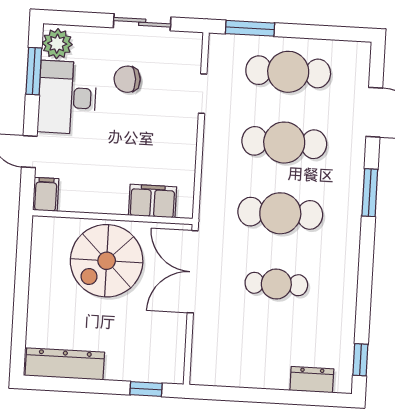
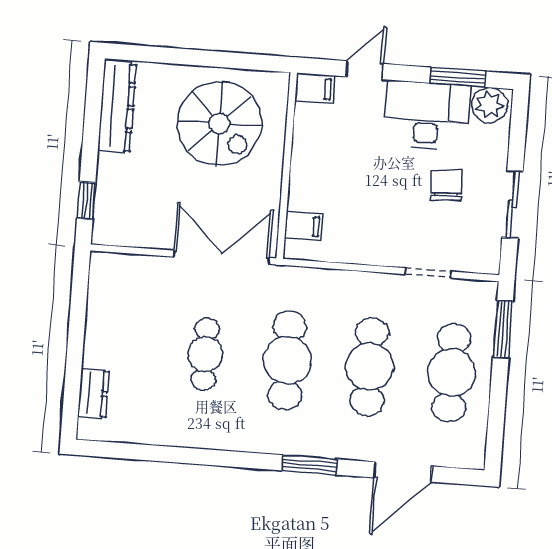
filing cabinet: (152, 201) -> (303, 226), width x0.50
spiral stairs: (107, 261) -> (219, 124), moved, turned 180
window: (360, 360) -> (115, 450), removed

